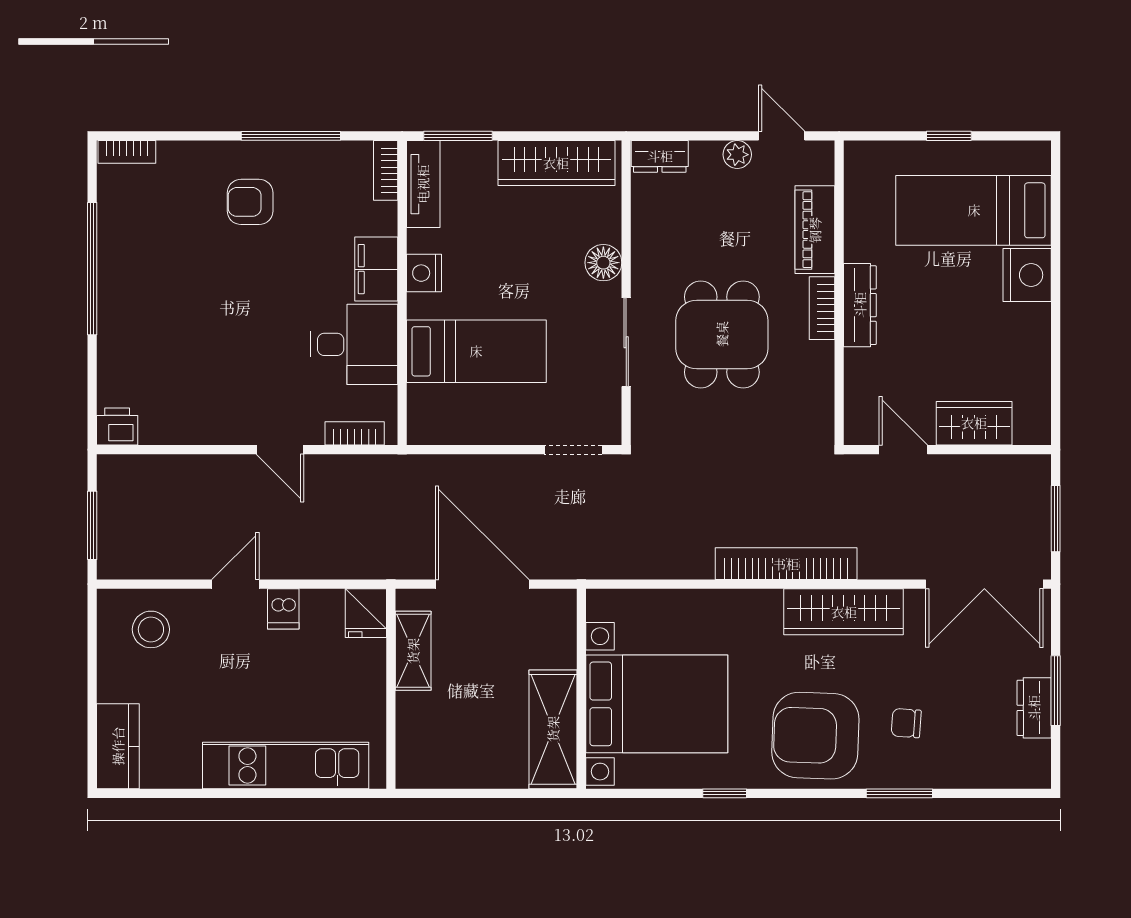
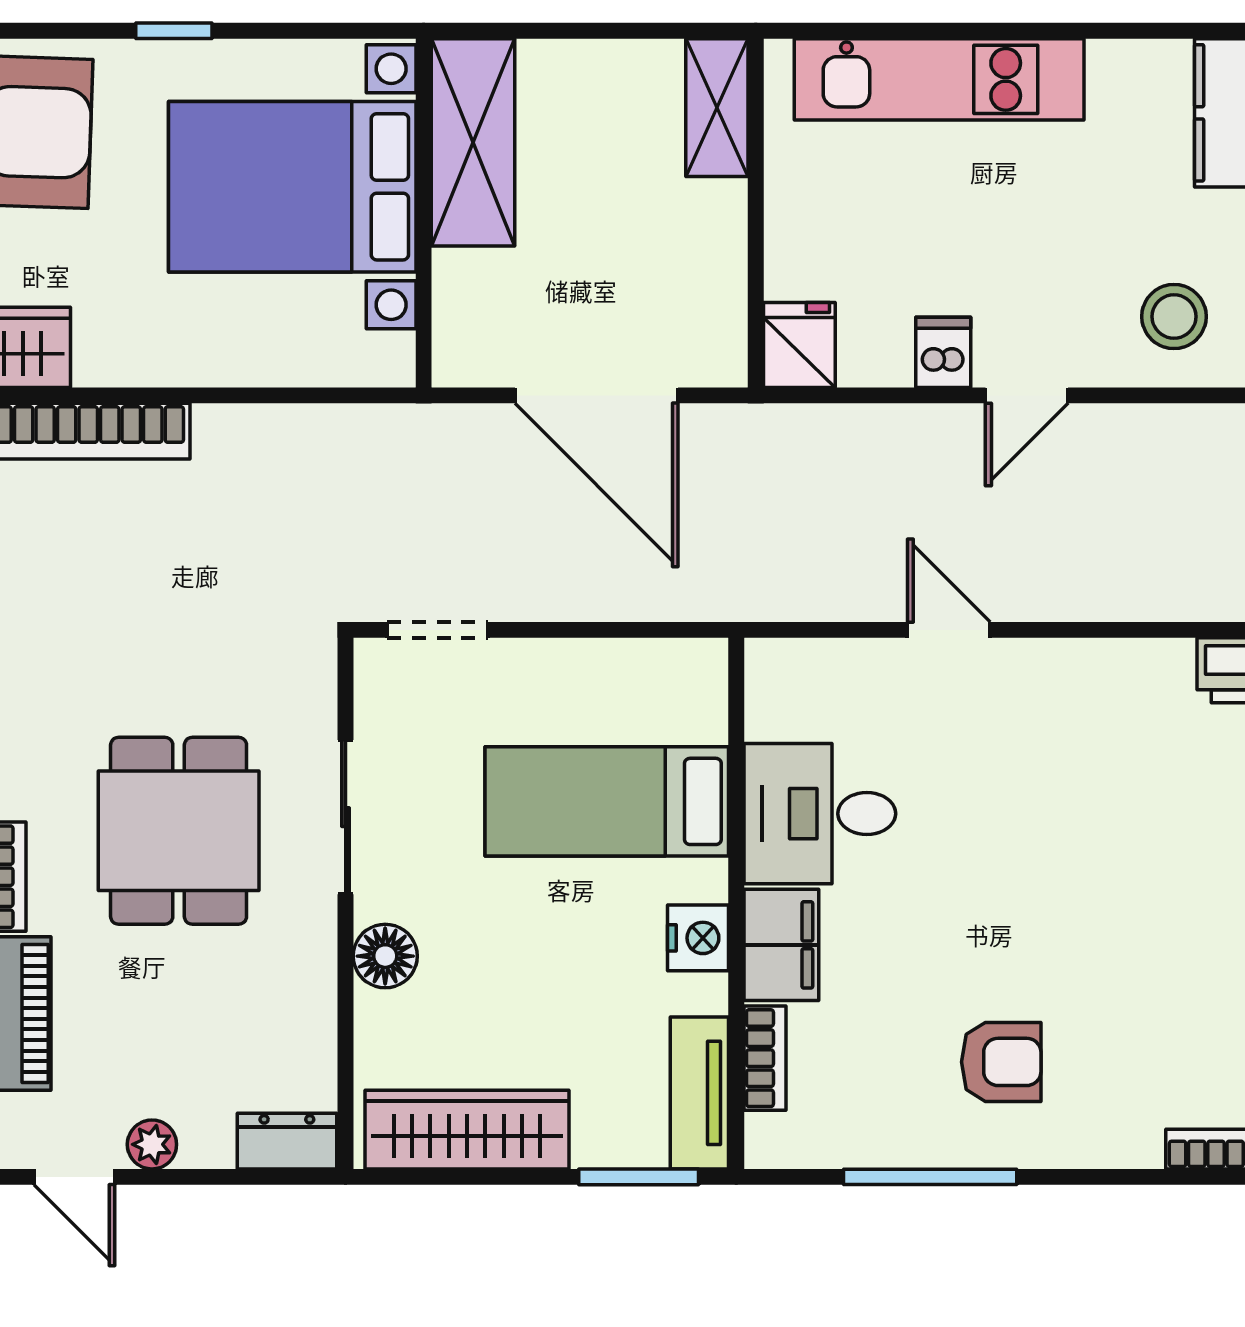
bookcase: (386, 170) -> (765, 1058), moved
bookcase: (355, 433) -> (819, 658), removed
shelving: (413, 651) -> (717, 108), moved

